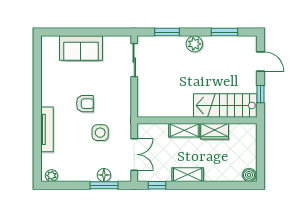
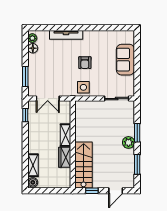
window: (167, 32) -> (137, 133), moved
side table: (100, 133) -> (83, 87), moved
floor lamp: (104, 175) -> (33, 48), moved
shelving: (188, 175) -> (33, 165), moved

